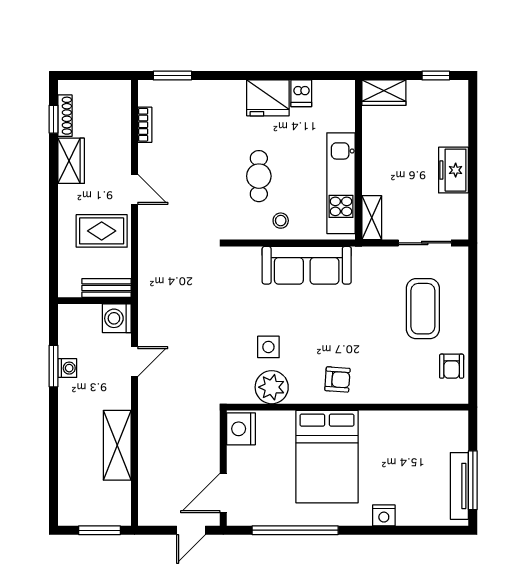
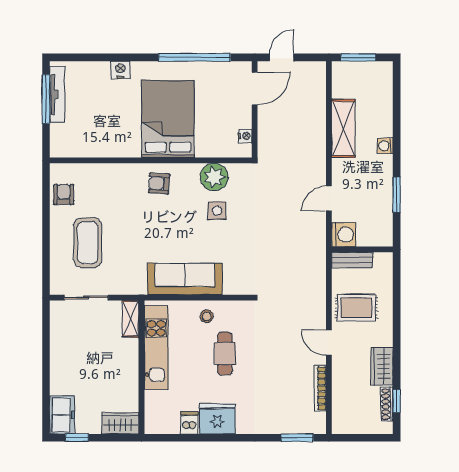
bookcase: (145, 125) -> (320, 388), width x1.56
freezer: (453, 170) -> (62, 415), moved
washing machine: (67, 368) -> (385, 146), moved
nightstand: (241, 429) -> (245, 136), width x0.53, depth x0.56

